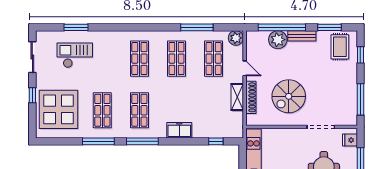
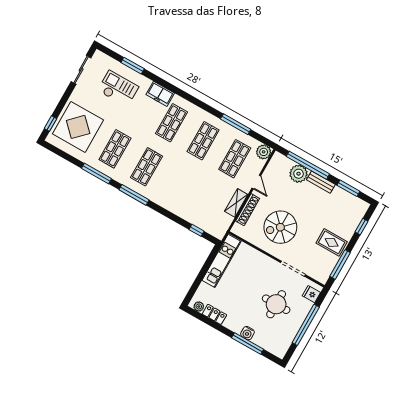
rug: (340, 47) -> (332, 242), moved, turned 90
window: (32, 95) -> (50, 124), moved
freezer: (179, 130) -> (160, 94), moved, turned 180

